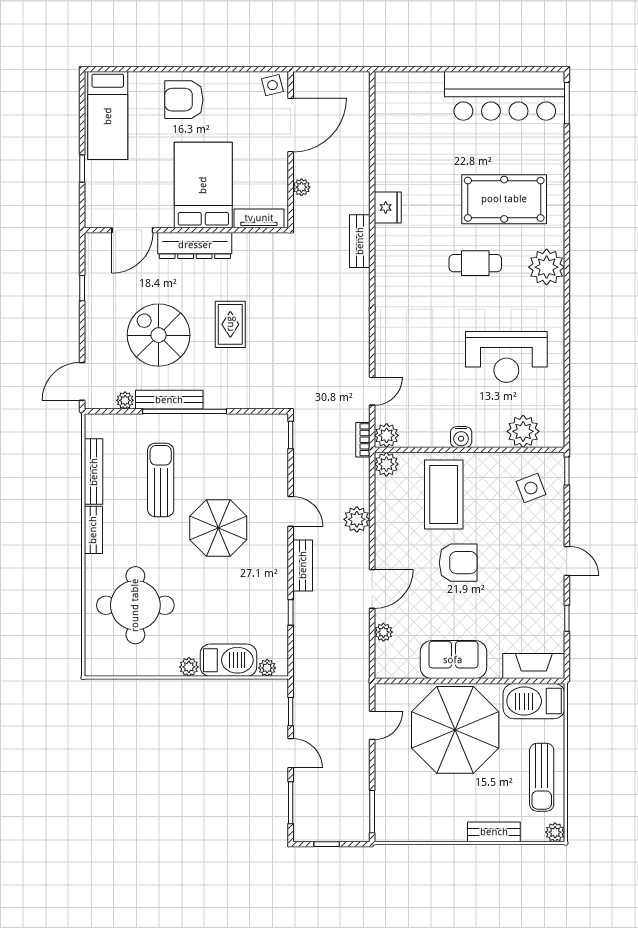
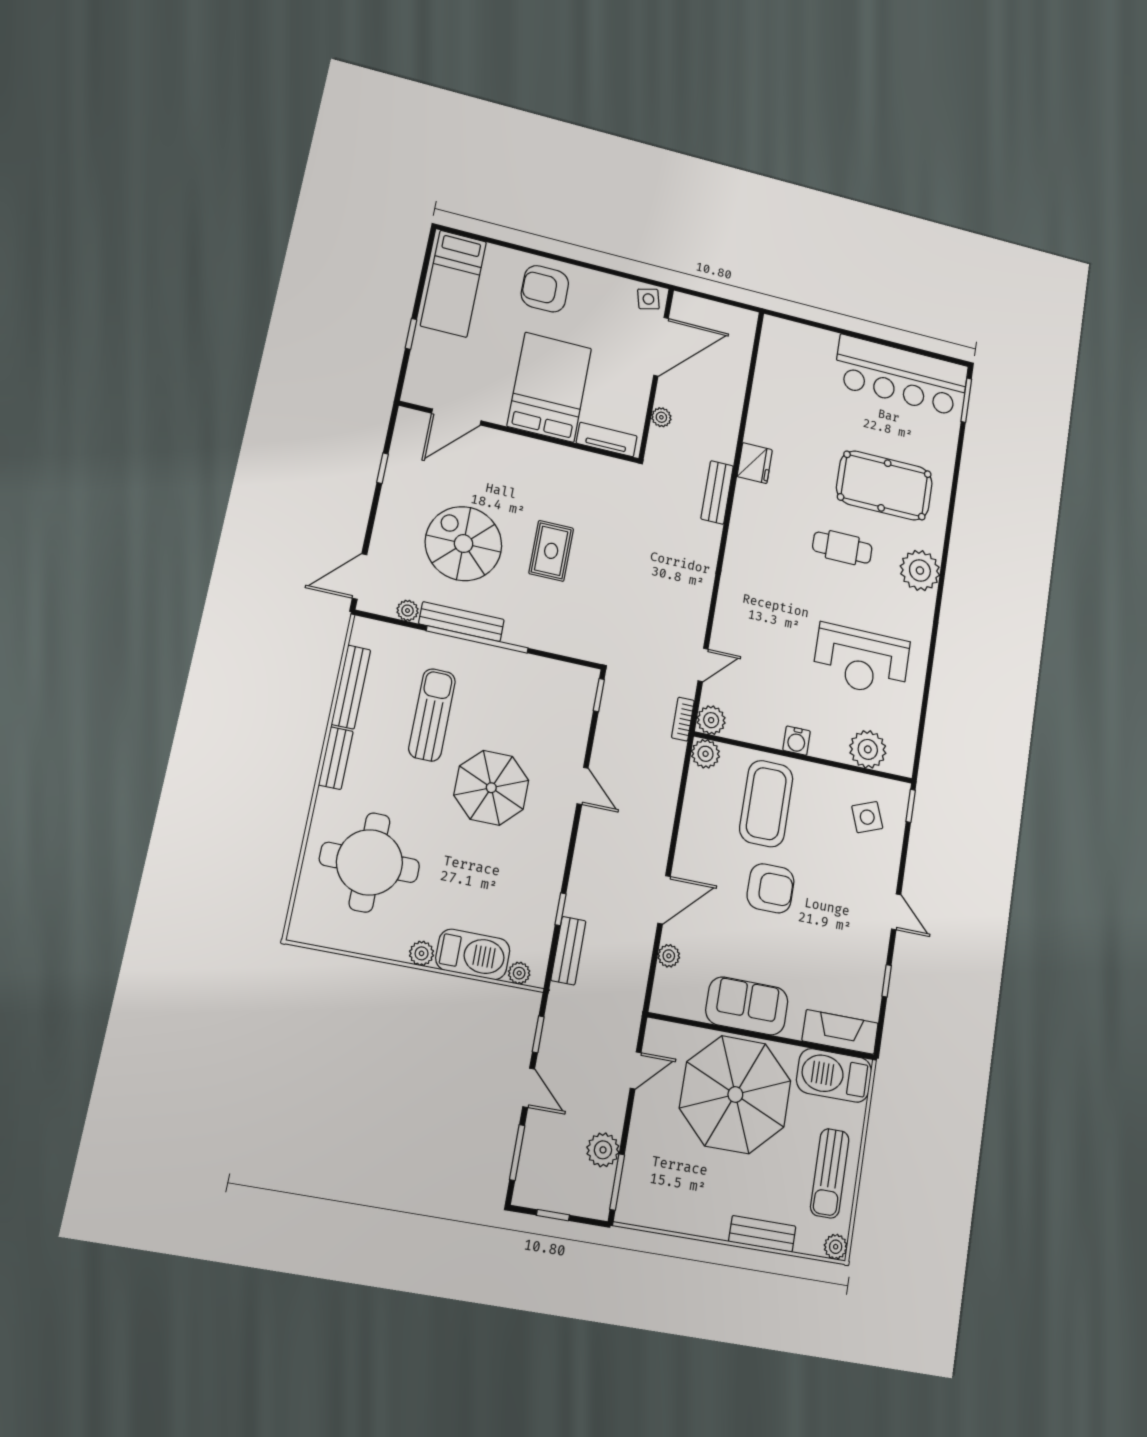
dresser: (195, 245) -> (527, 452), removed
plant: (357, 519) -> (603, 1150), moved
bench: (303, 565) -> (568, 951), moved

